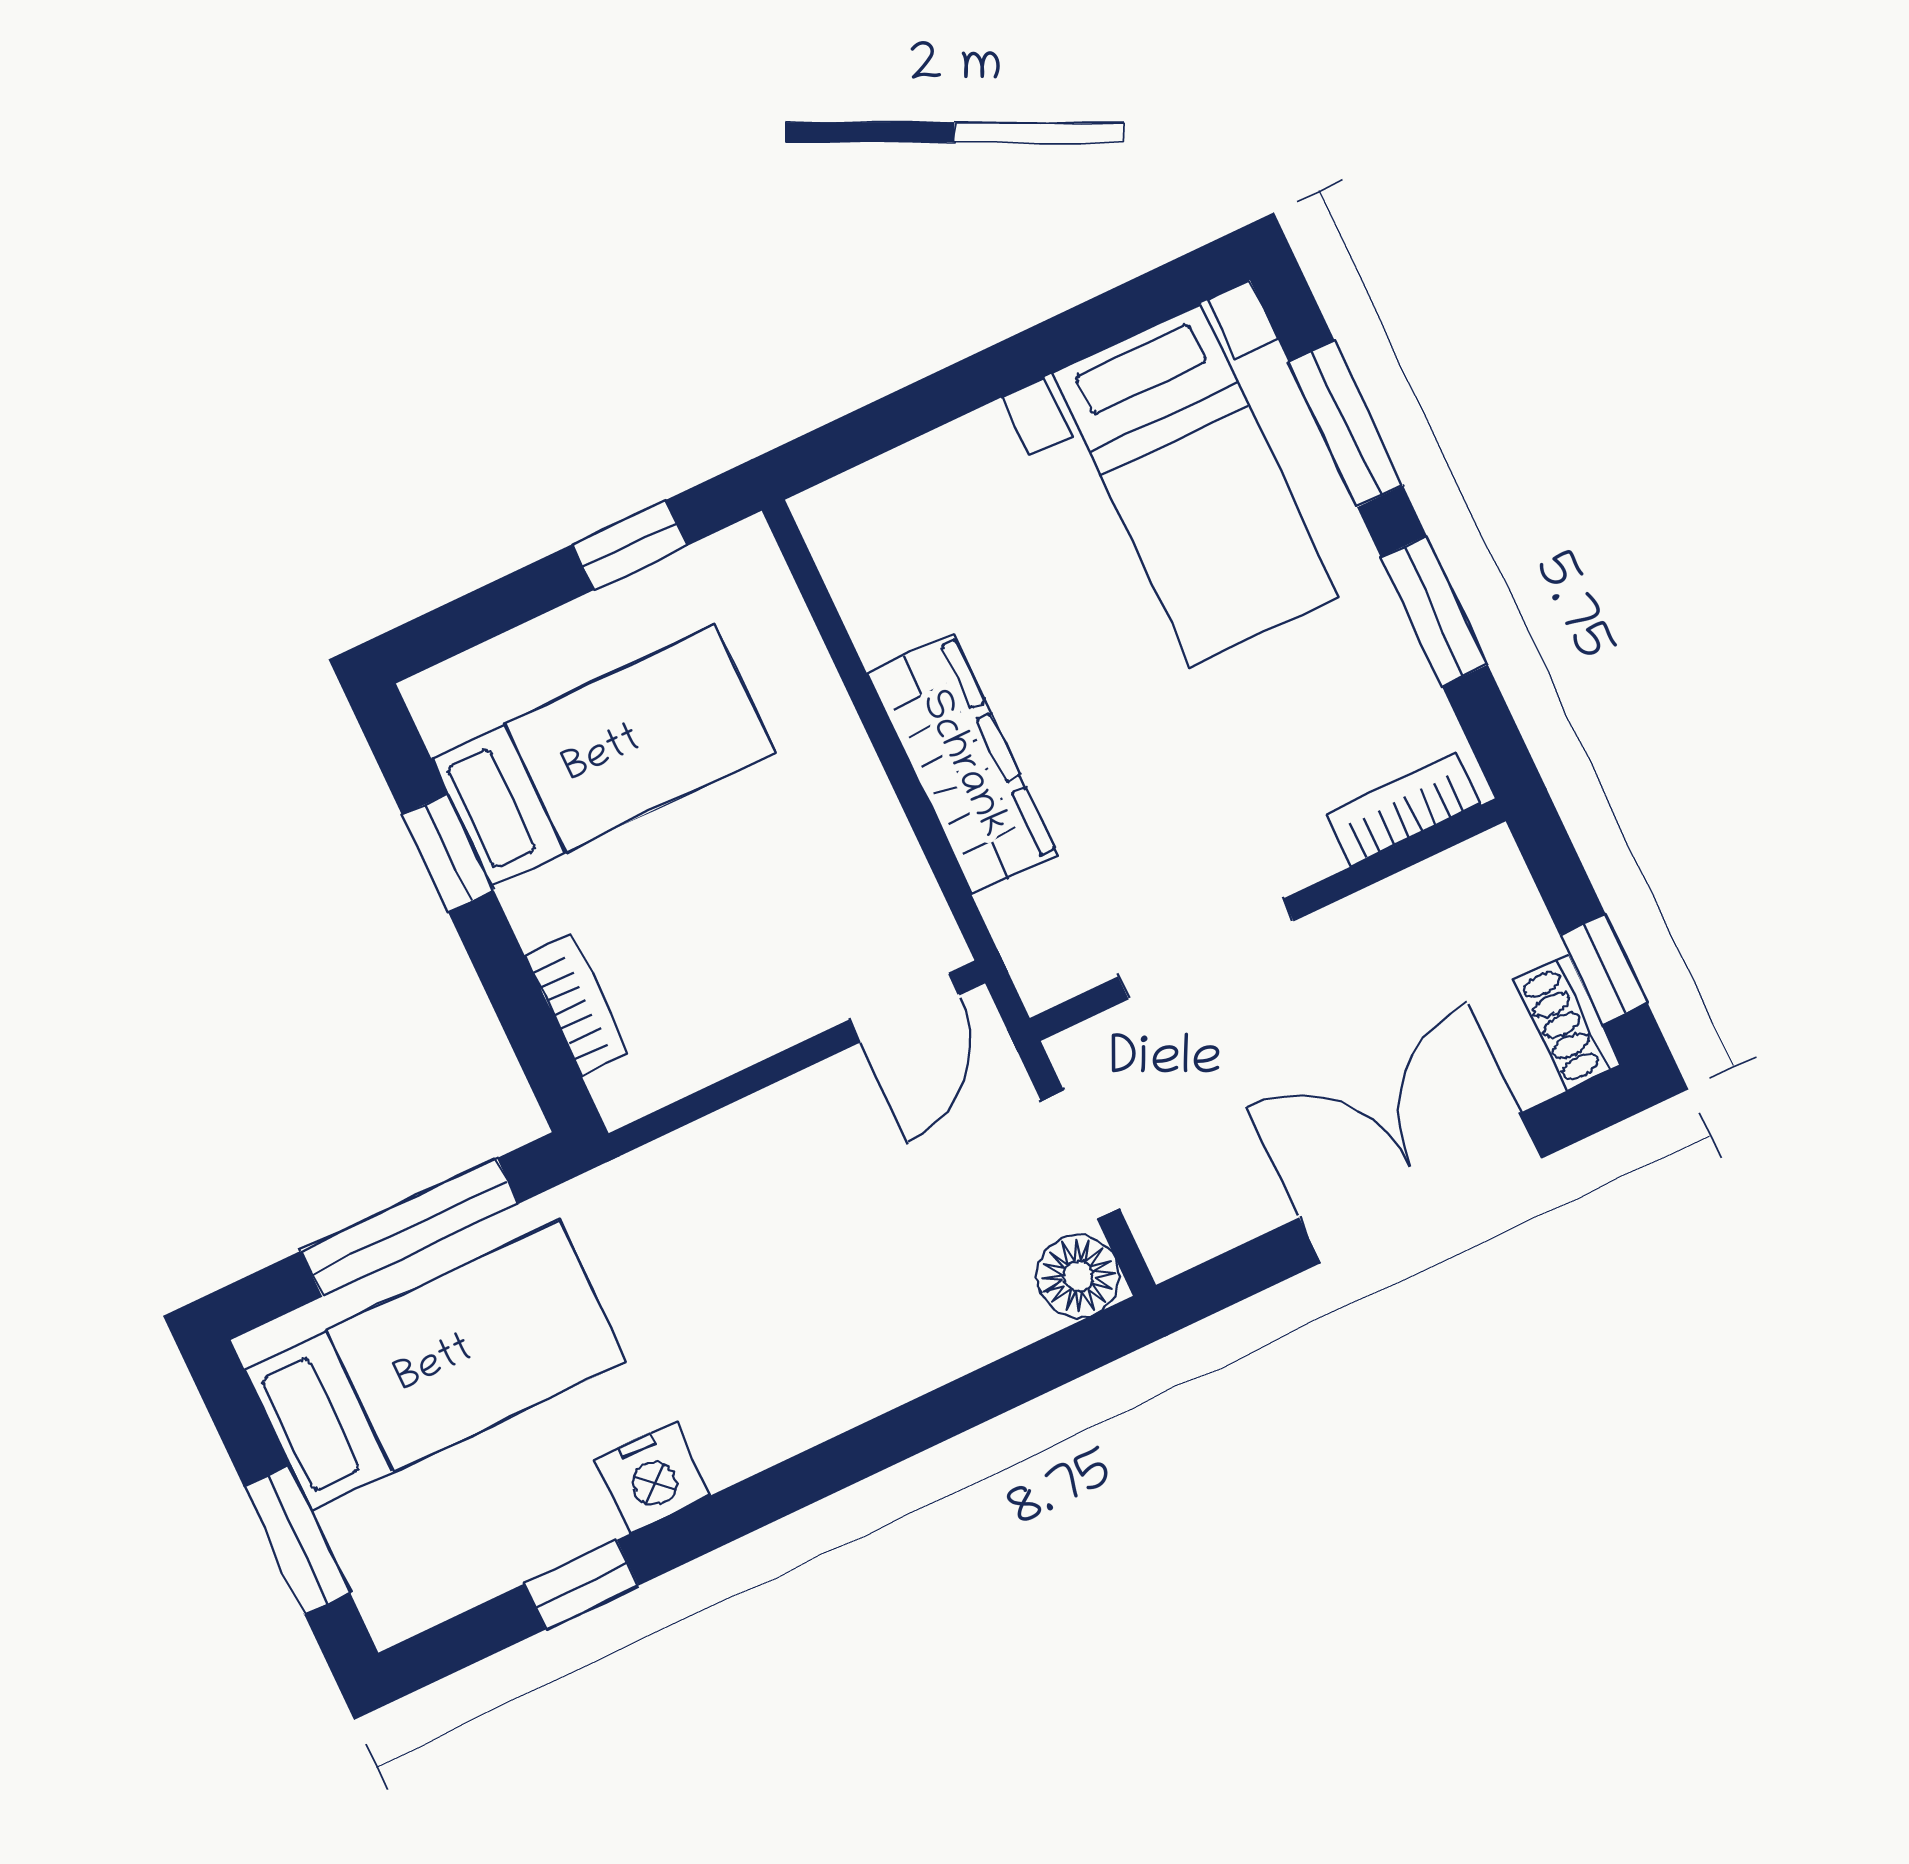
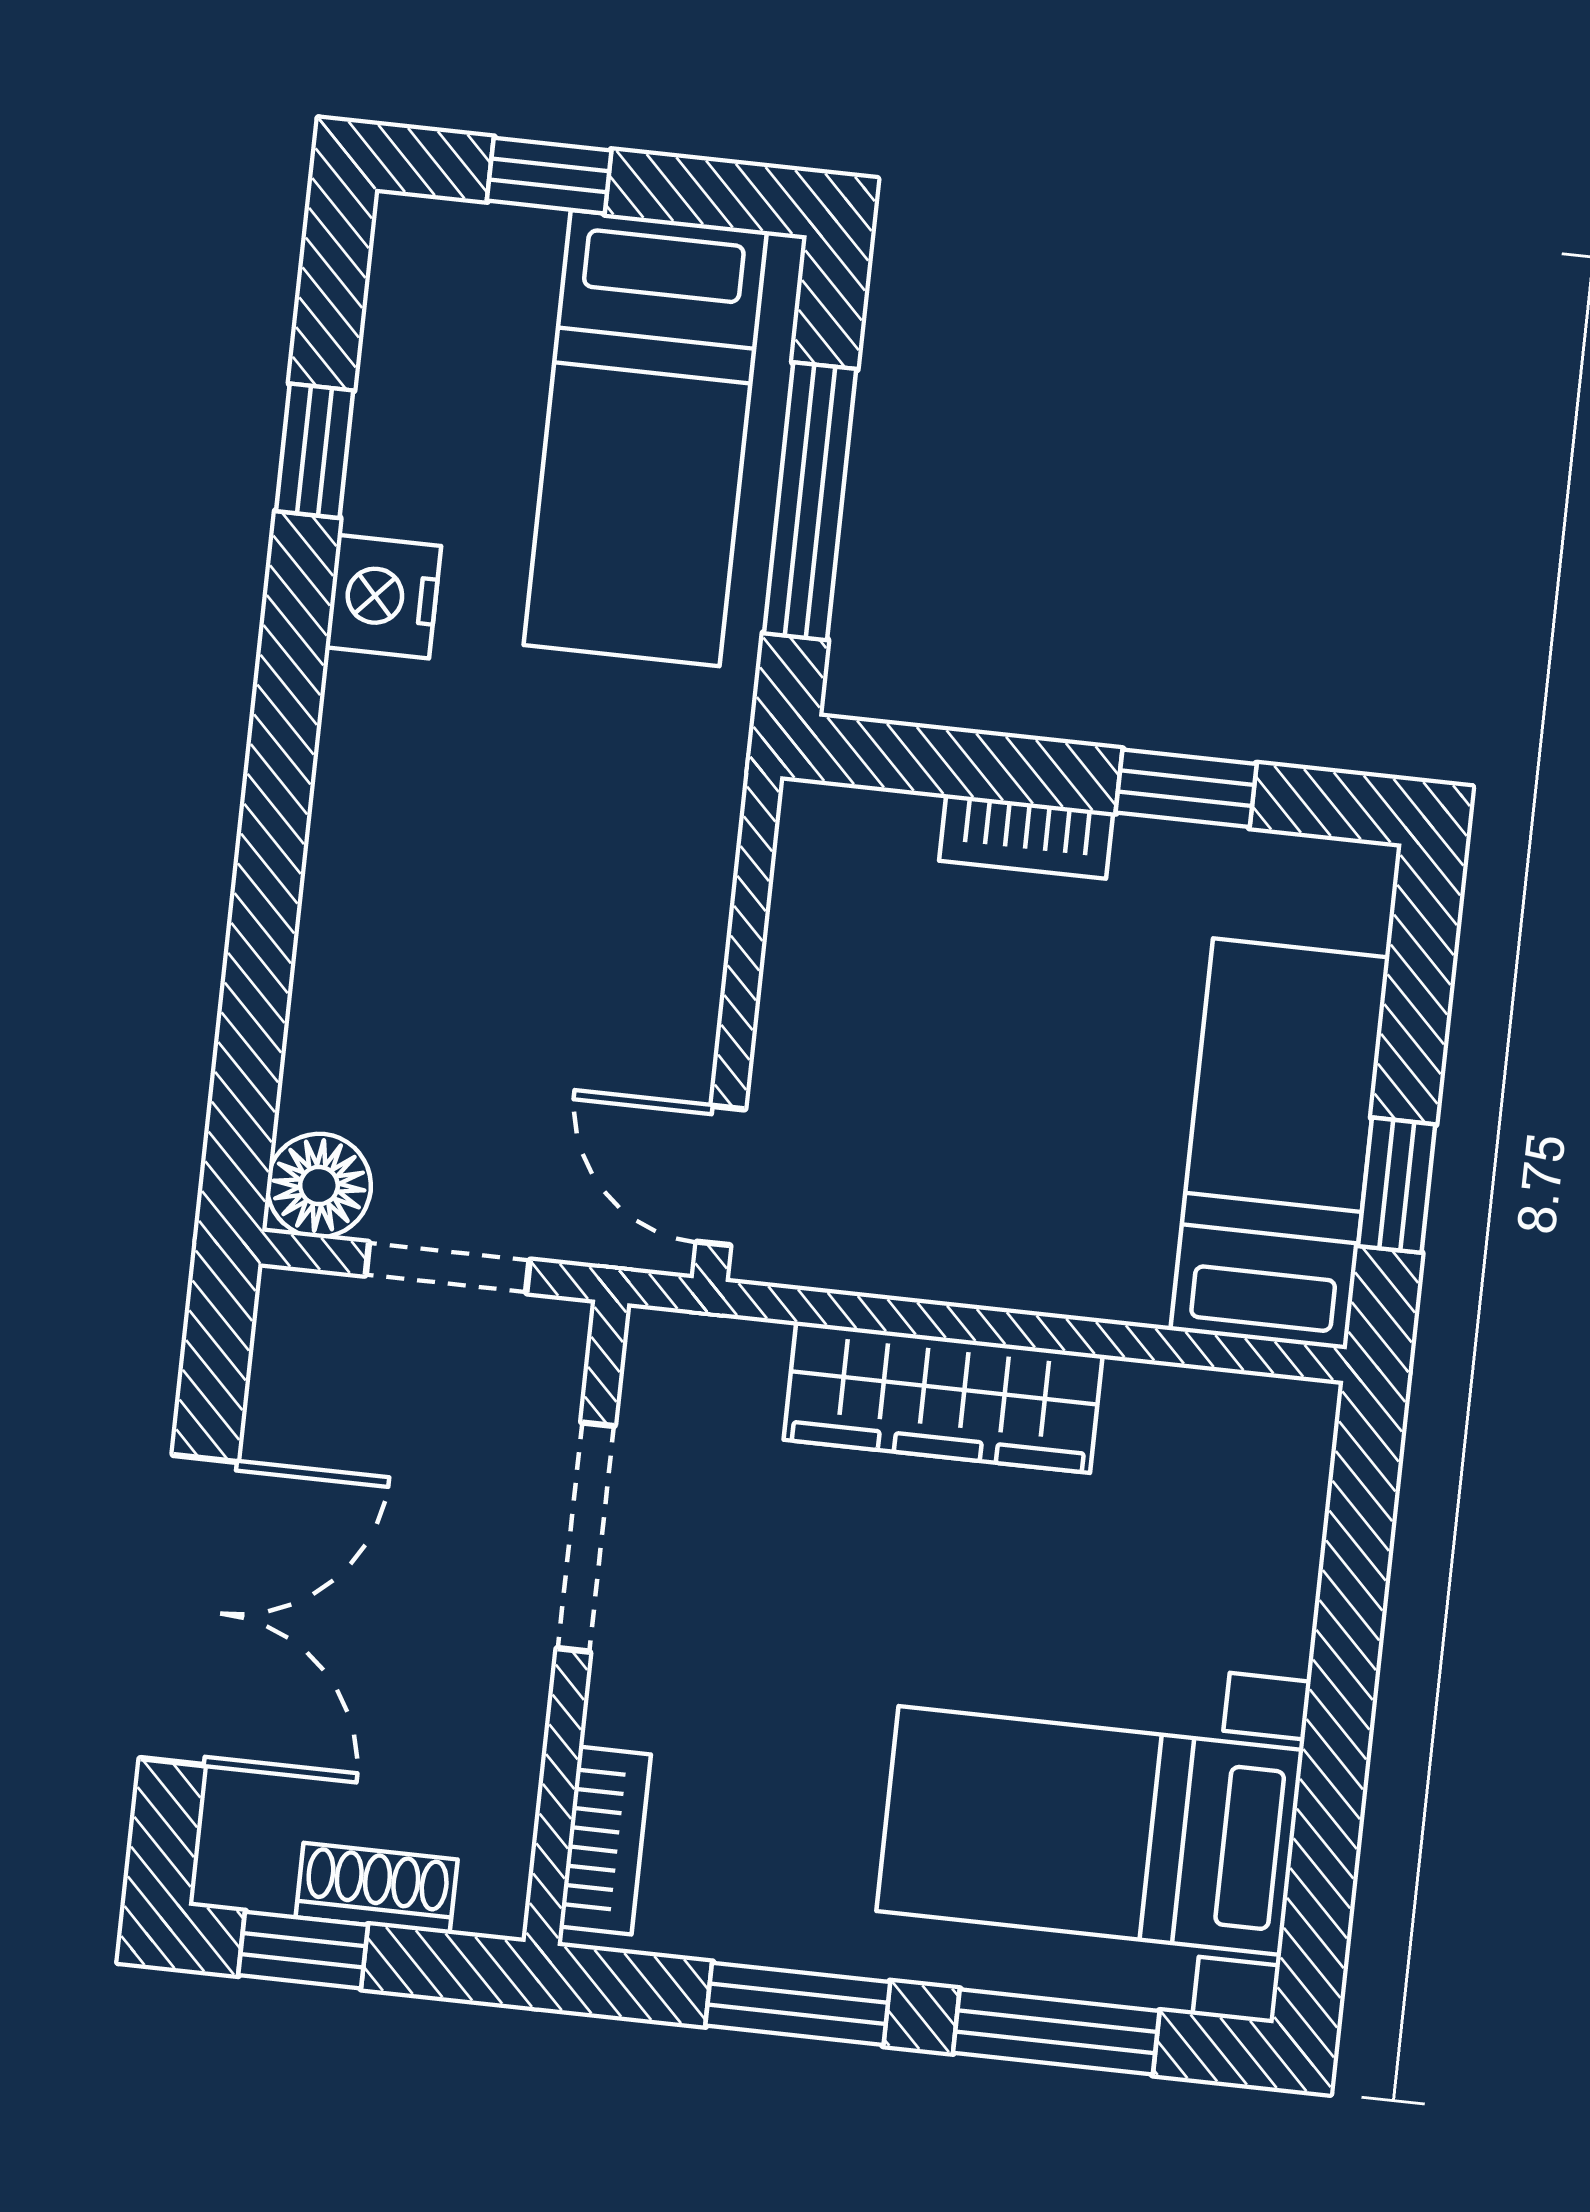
bed: (603, 756) -> (1280, 1144), moved, turned 180
bookcase: (577, 1005) -> (1026, 837), moved
shoe rack: (1568, 1022) -> (377, 1888), moved
window: (297, 1540) -> (549, 176), width x0.67

